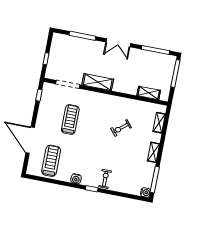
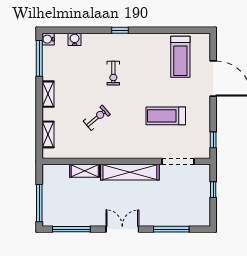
shelving: (98, 82) -> (130, 172), width x1.47
shelving: (149, 93) -> (85, 171), moved
treadmill: (70, 119) -> (166, 116), turned 90
water cooler: (76, 179) -> (75, 39), moved
exercise bike: (105, 179) -> (113, 73), moved

